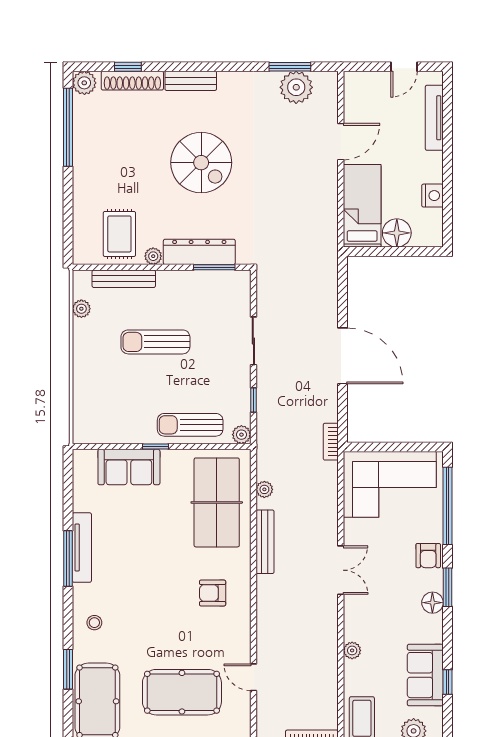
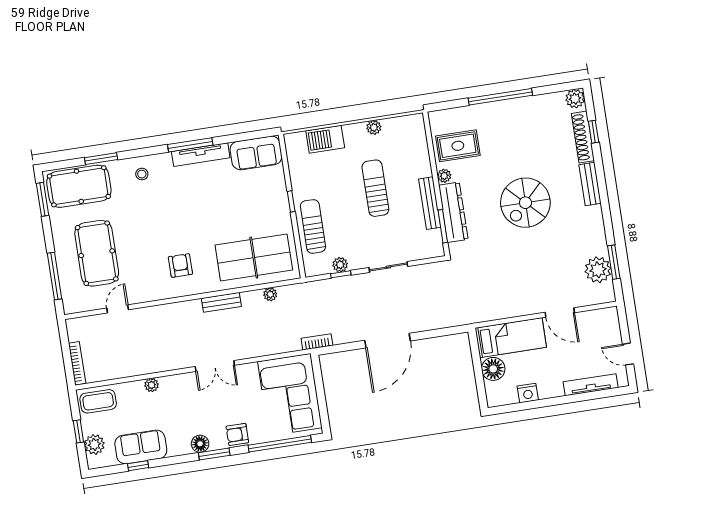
window: (68, 127) -> (500, 97), moved
bench: (124, 279) -> (430, 203), moved
plant: (81, 309) -> (374, 127), moved
barbecue: (87, 394) -> (325, 139), added
plant: (241, 435) -> (340, 265), moved
sofa: (129, 467) -> (256, 153), moved, turned -90
bench: (265, 542) -> (221, 302), width x0.73

